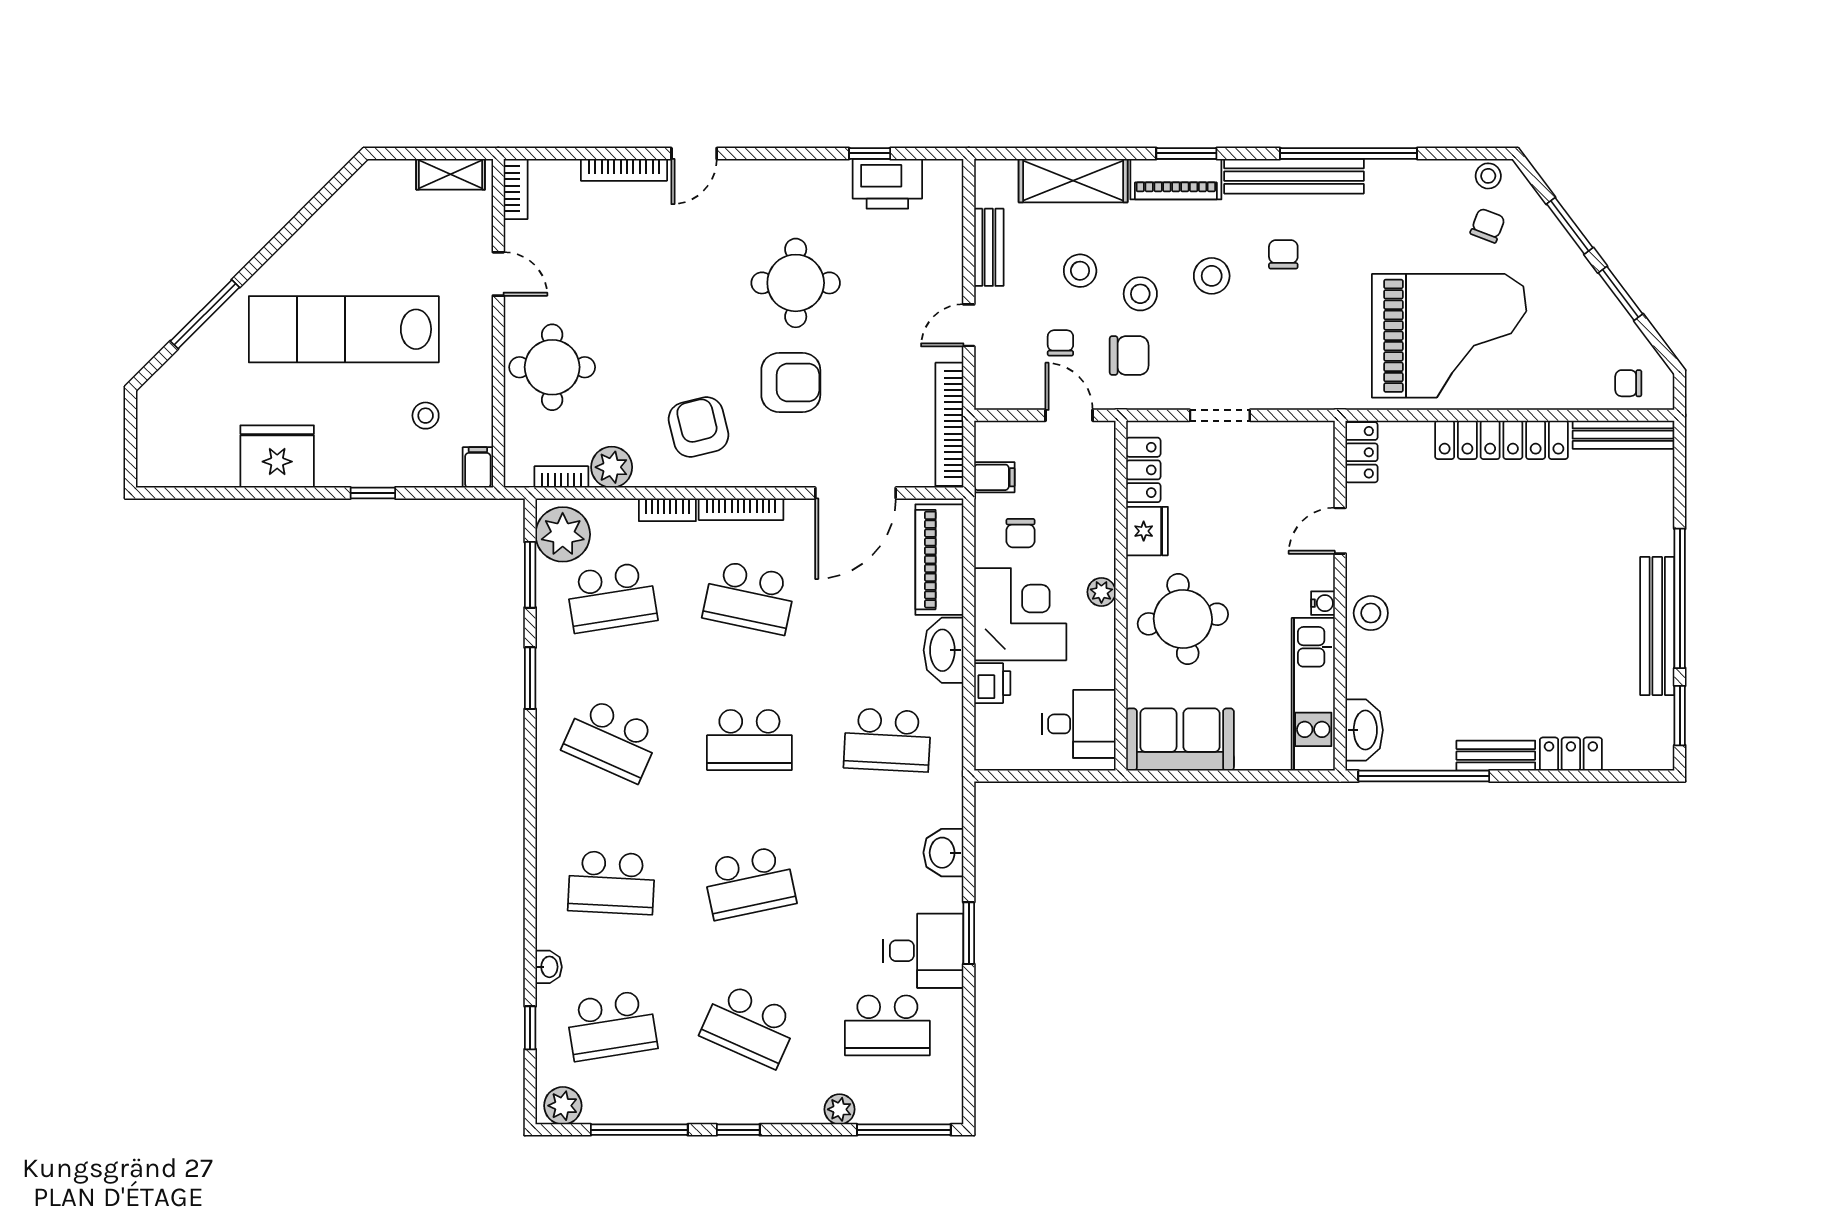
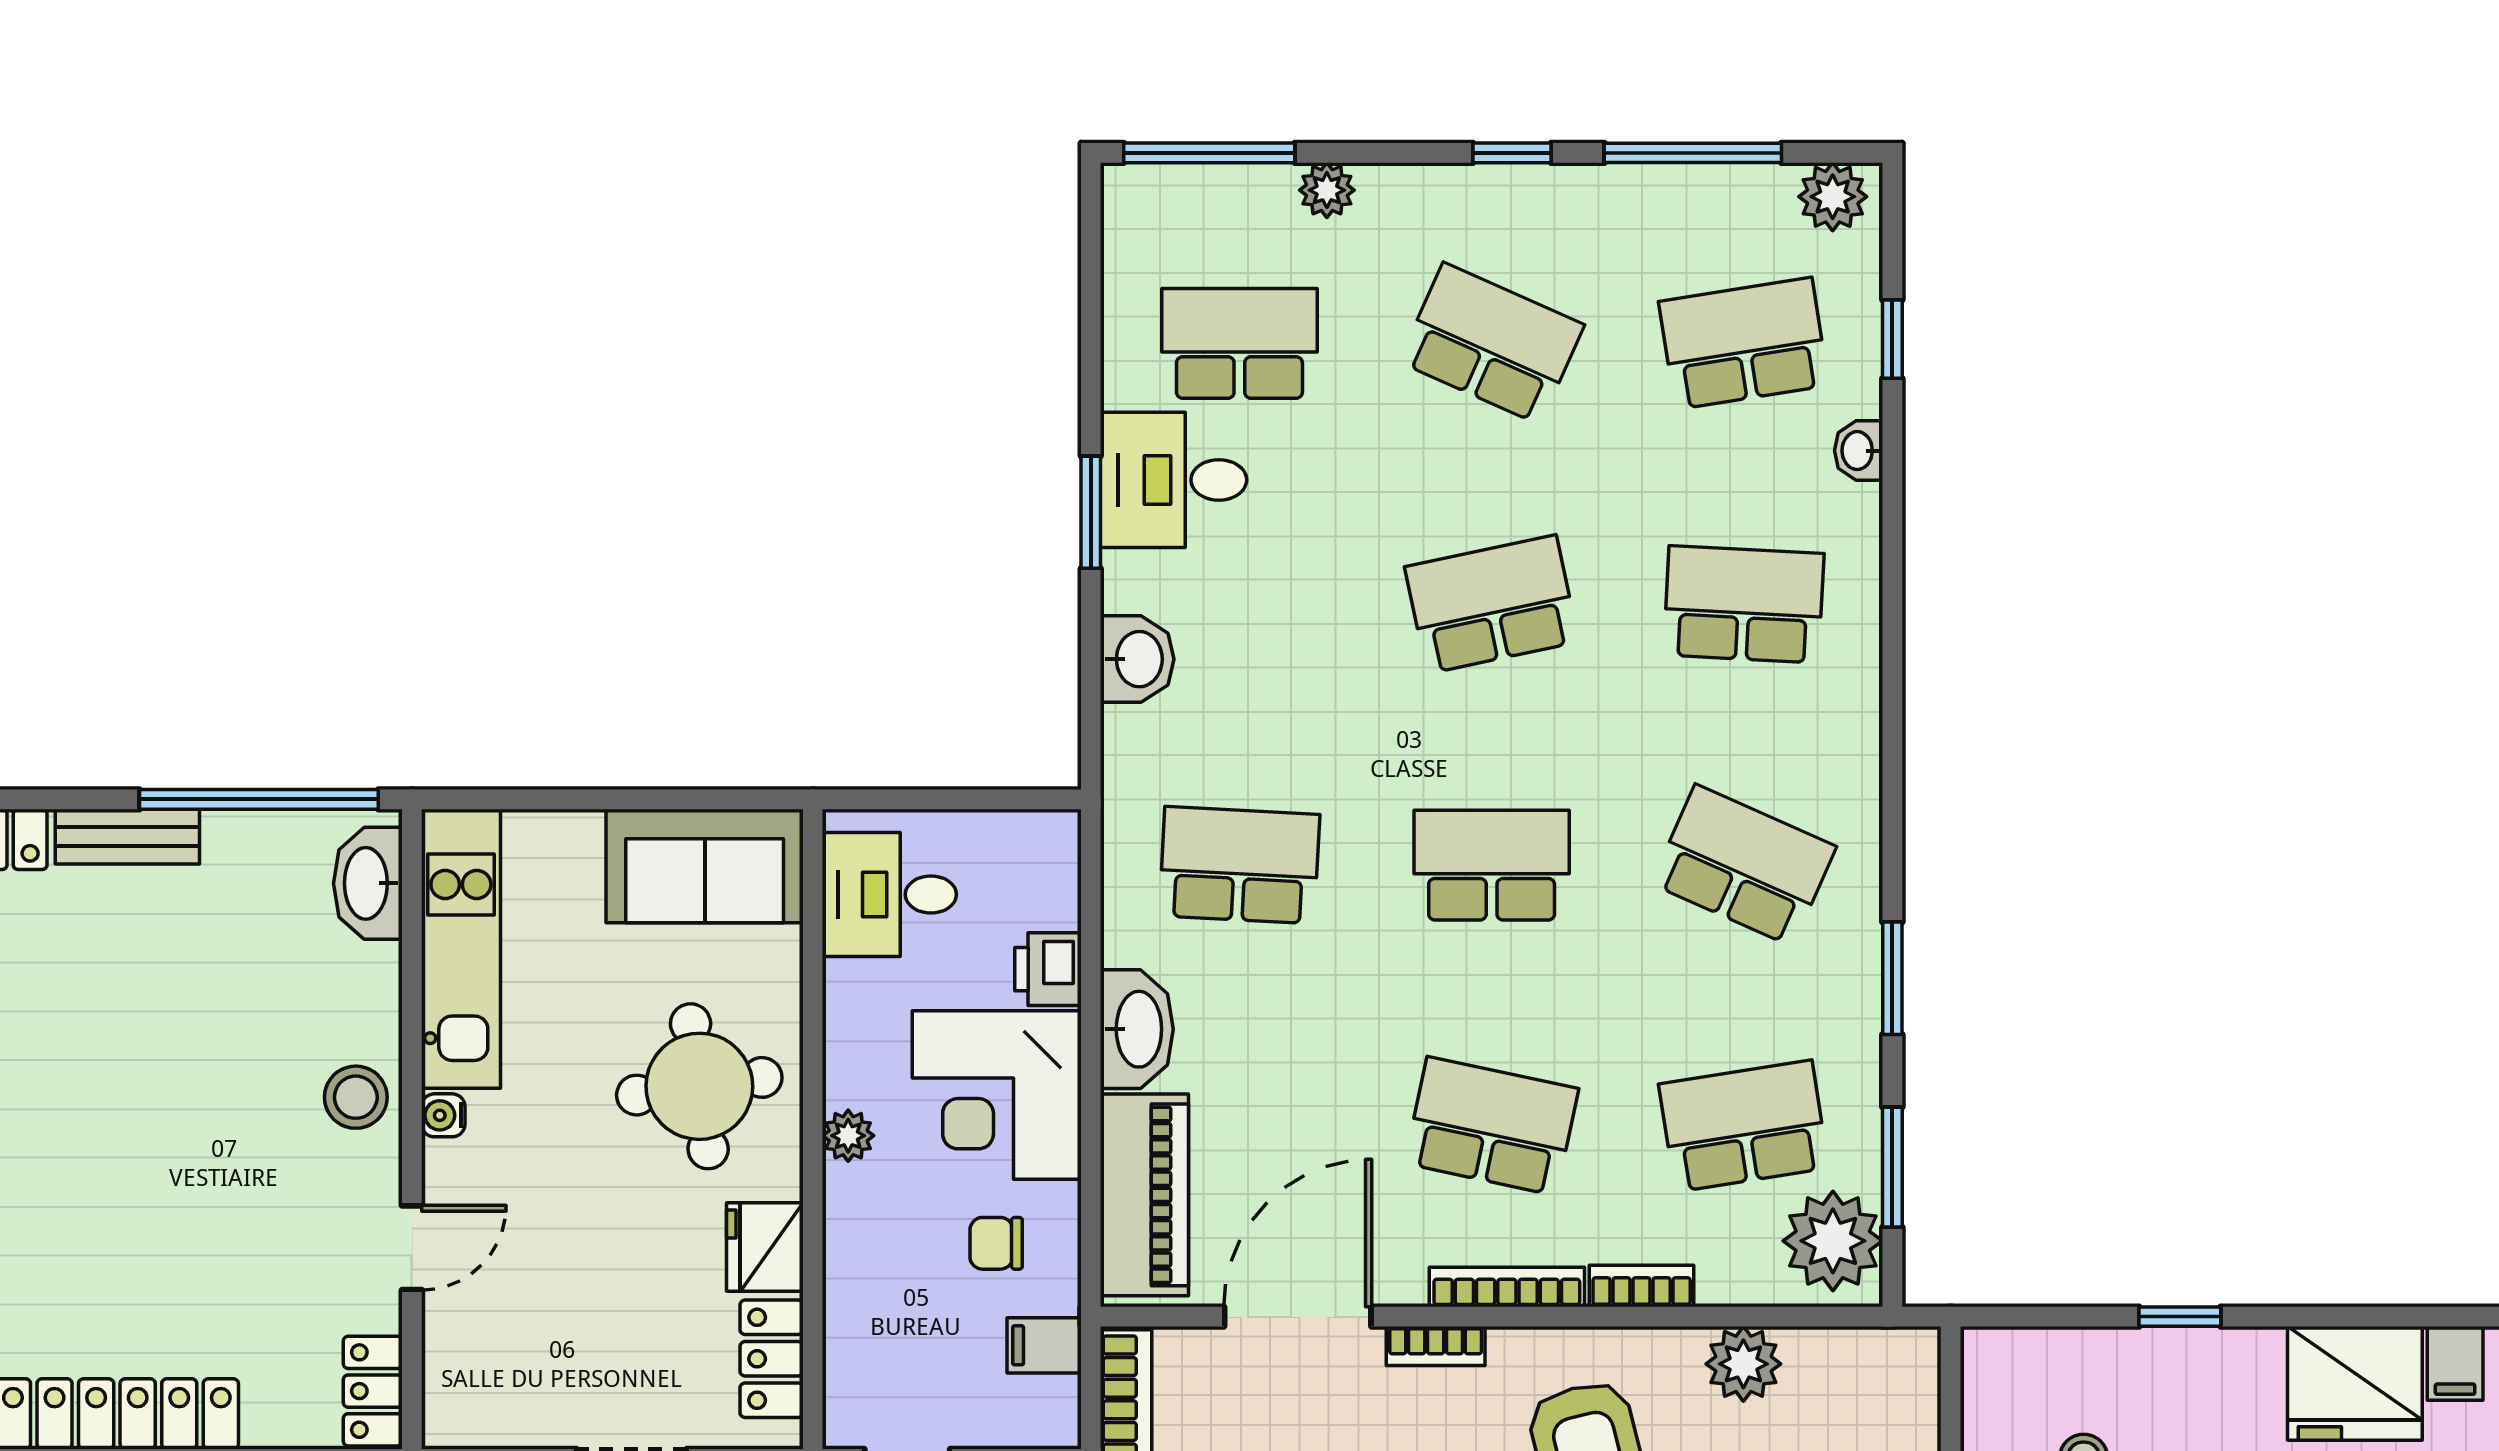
filing cabinet: (478, 467) -> (2455, 1363), moved
bookcase: (561, 477) -> (1436, 1346), moved
chair: (1020, 533) -> (996, 1243), turned -90

